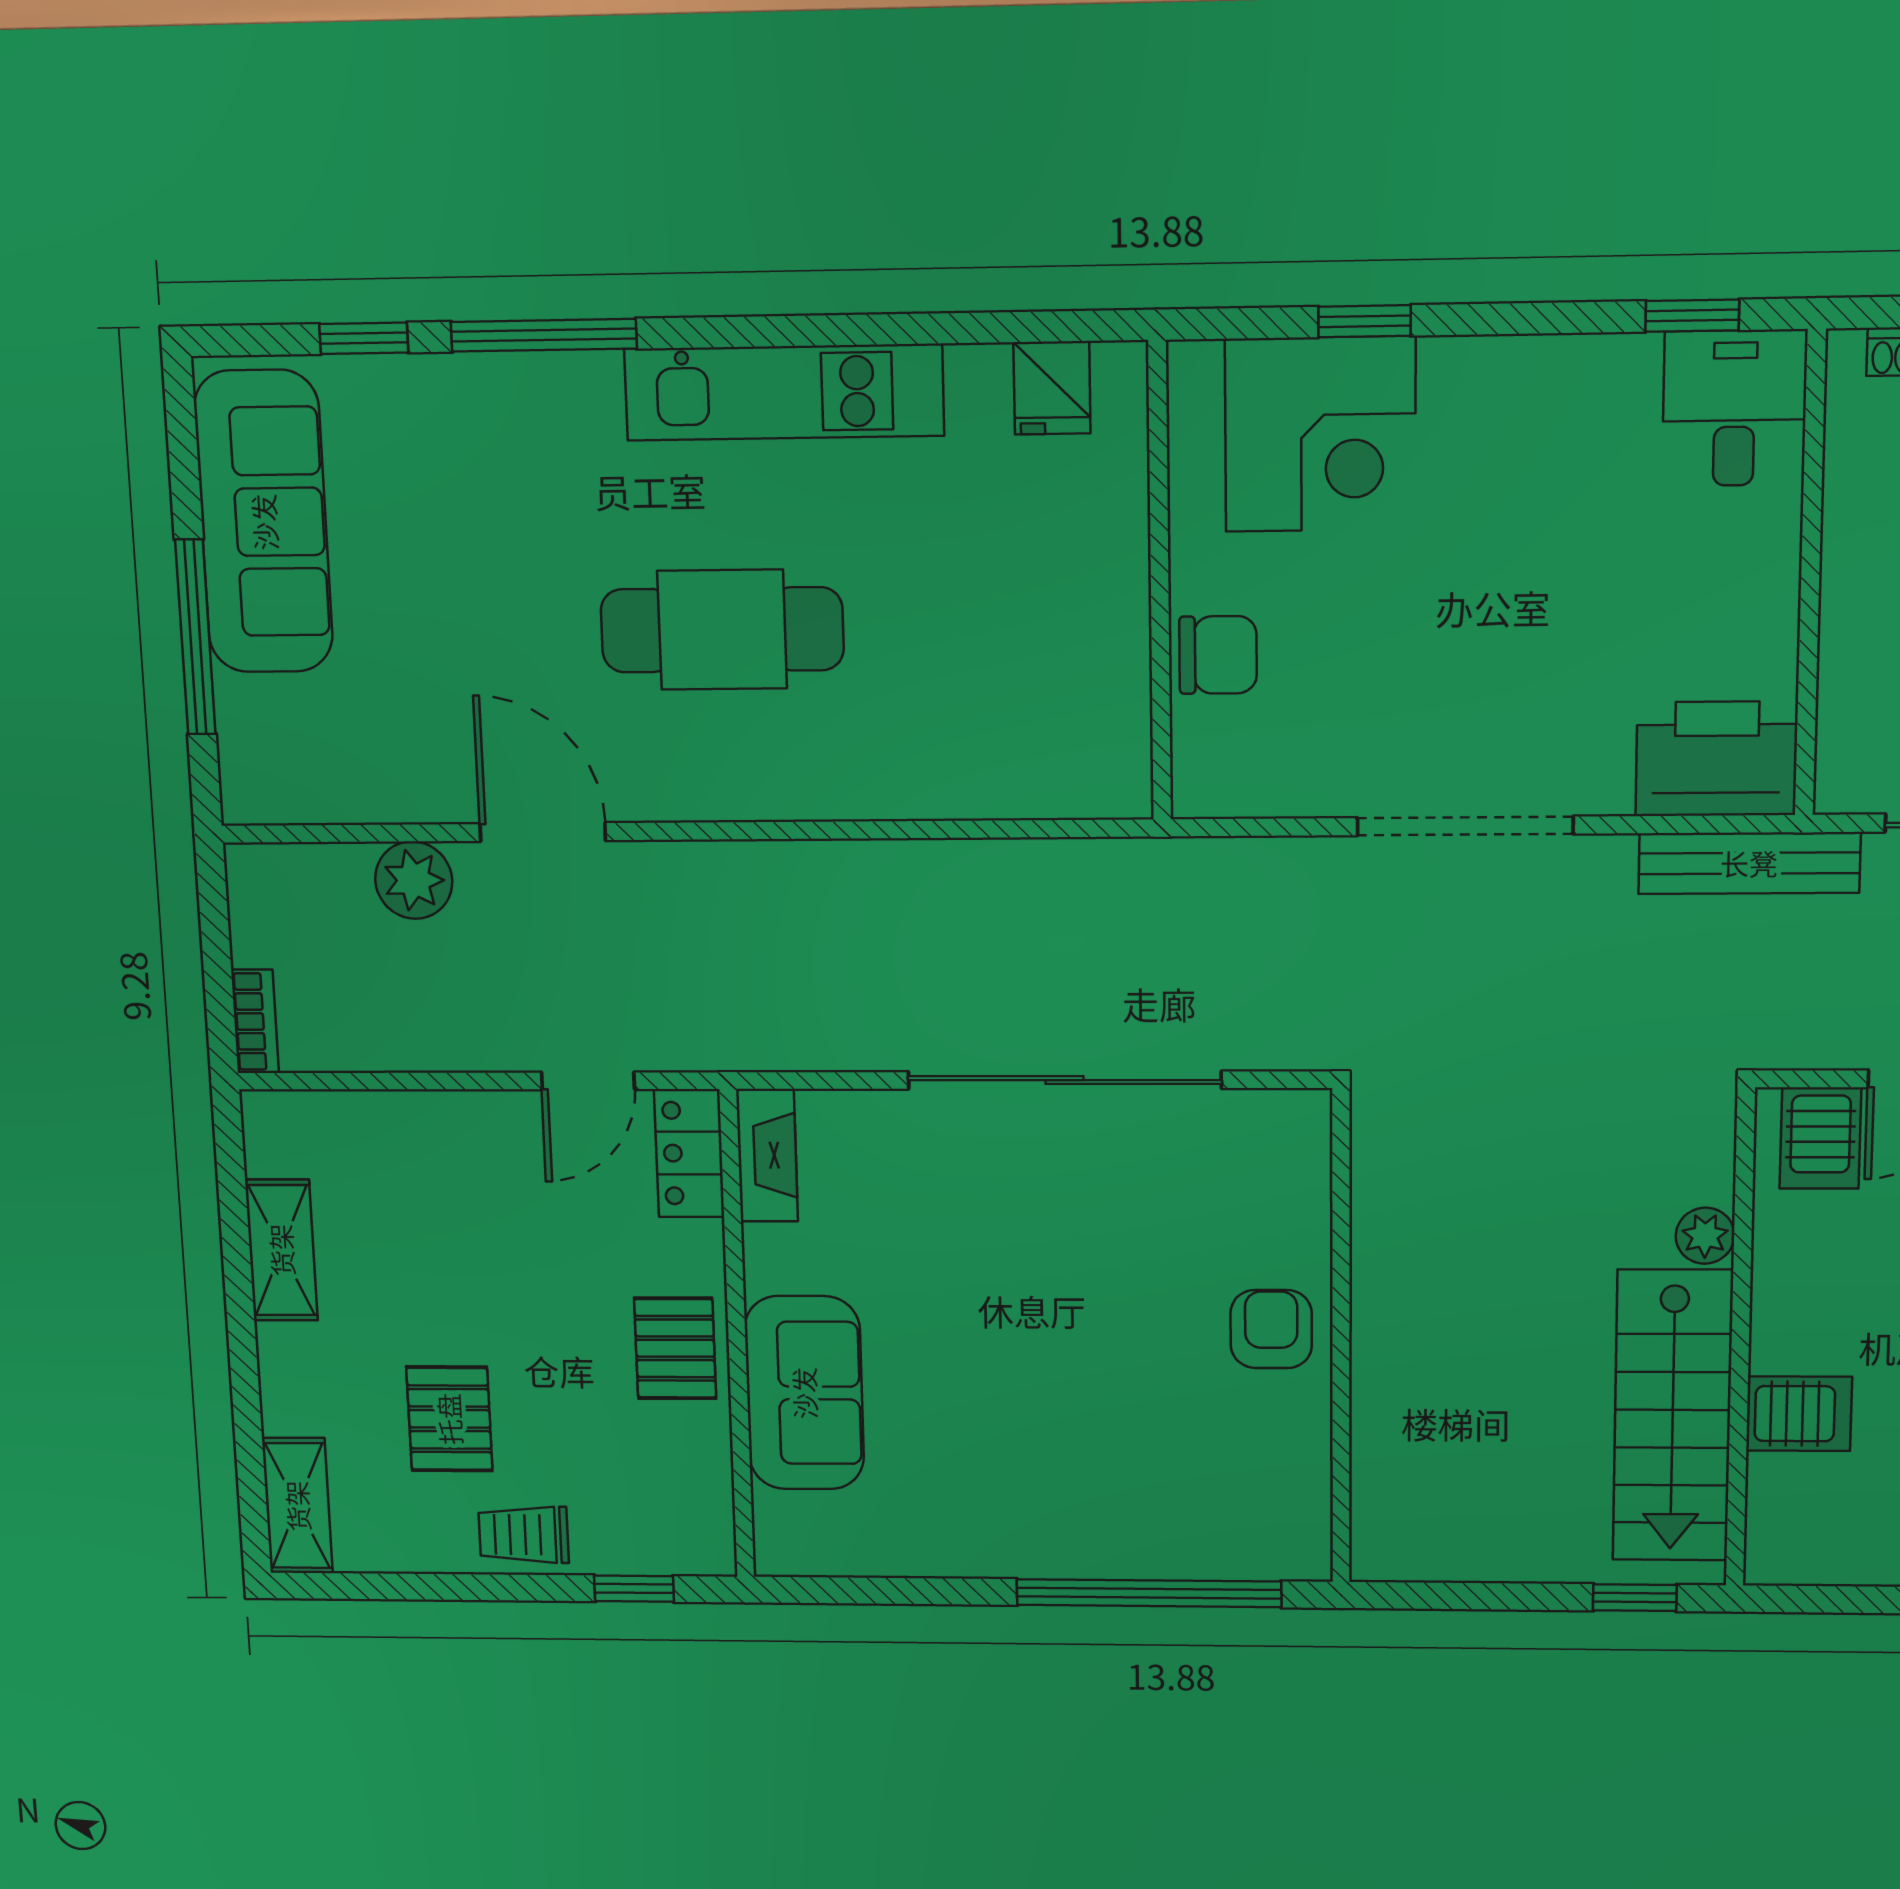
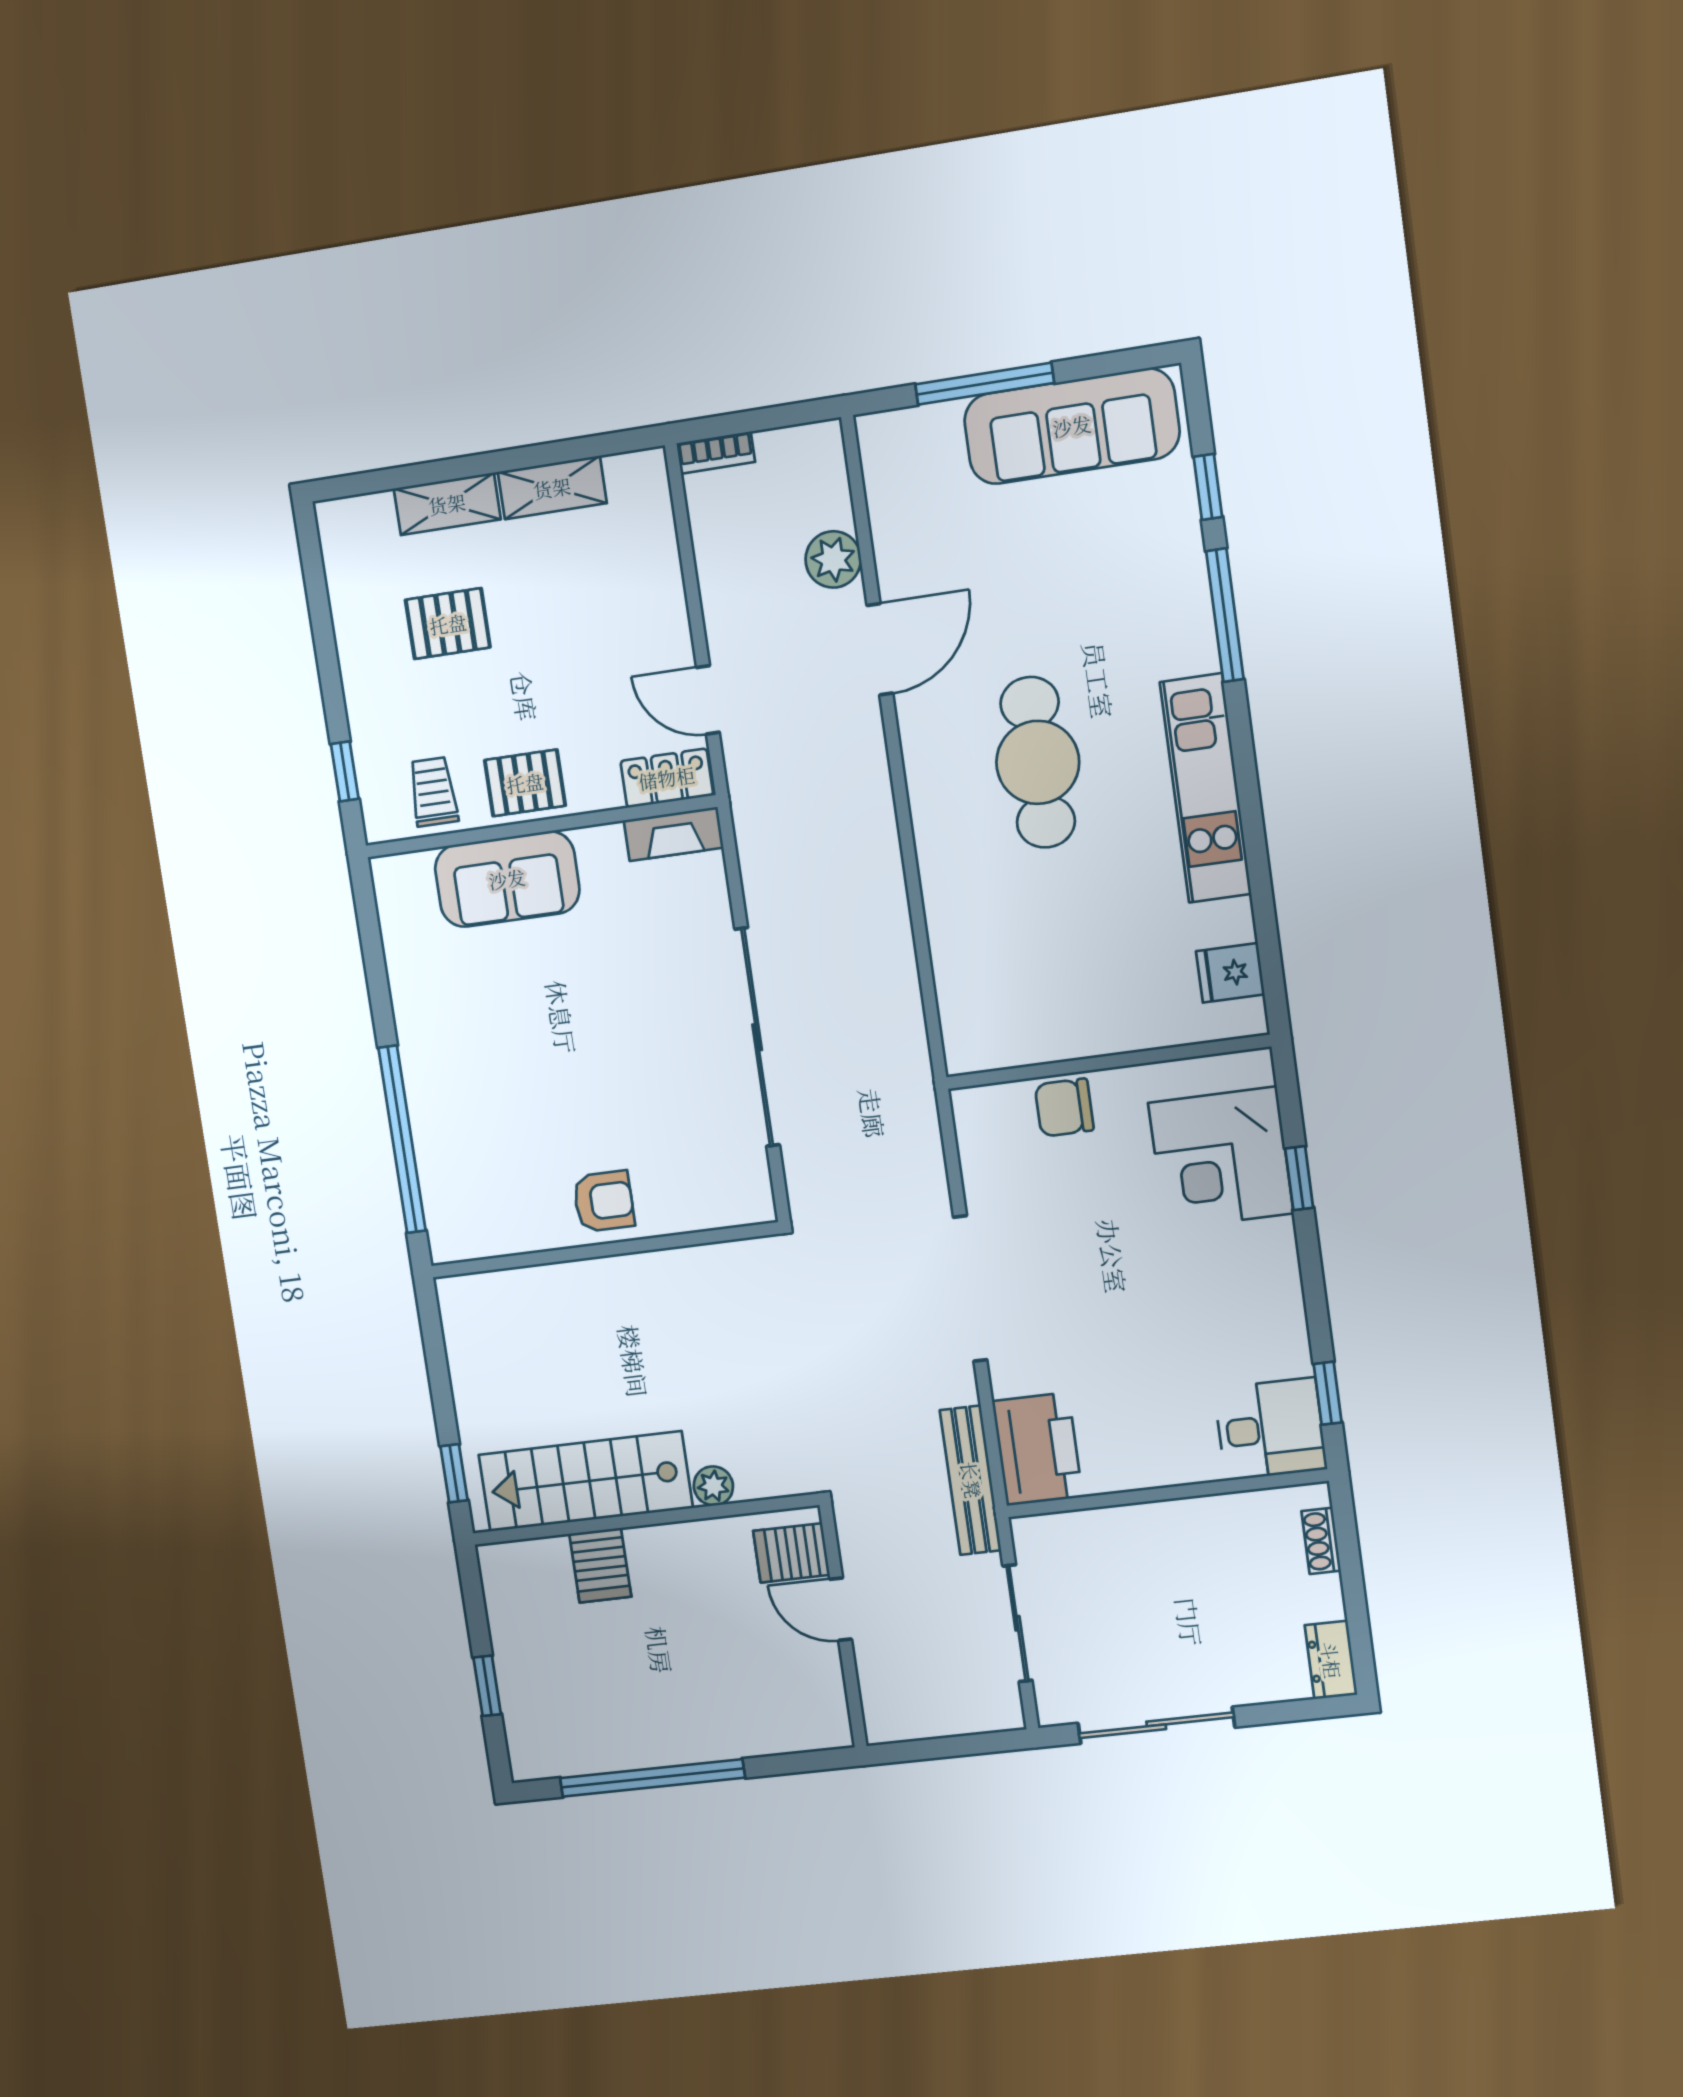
chair: (1218, 655) -> (1064, 1108), turned 90
shelving: (297, 1506) -> (447, 504), moved
trolley: (524, 1535) -> (433, 792), moved

